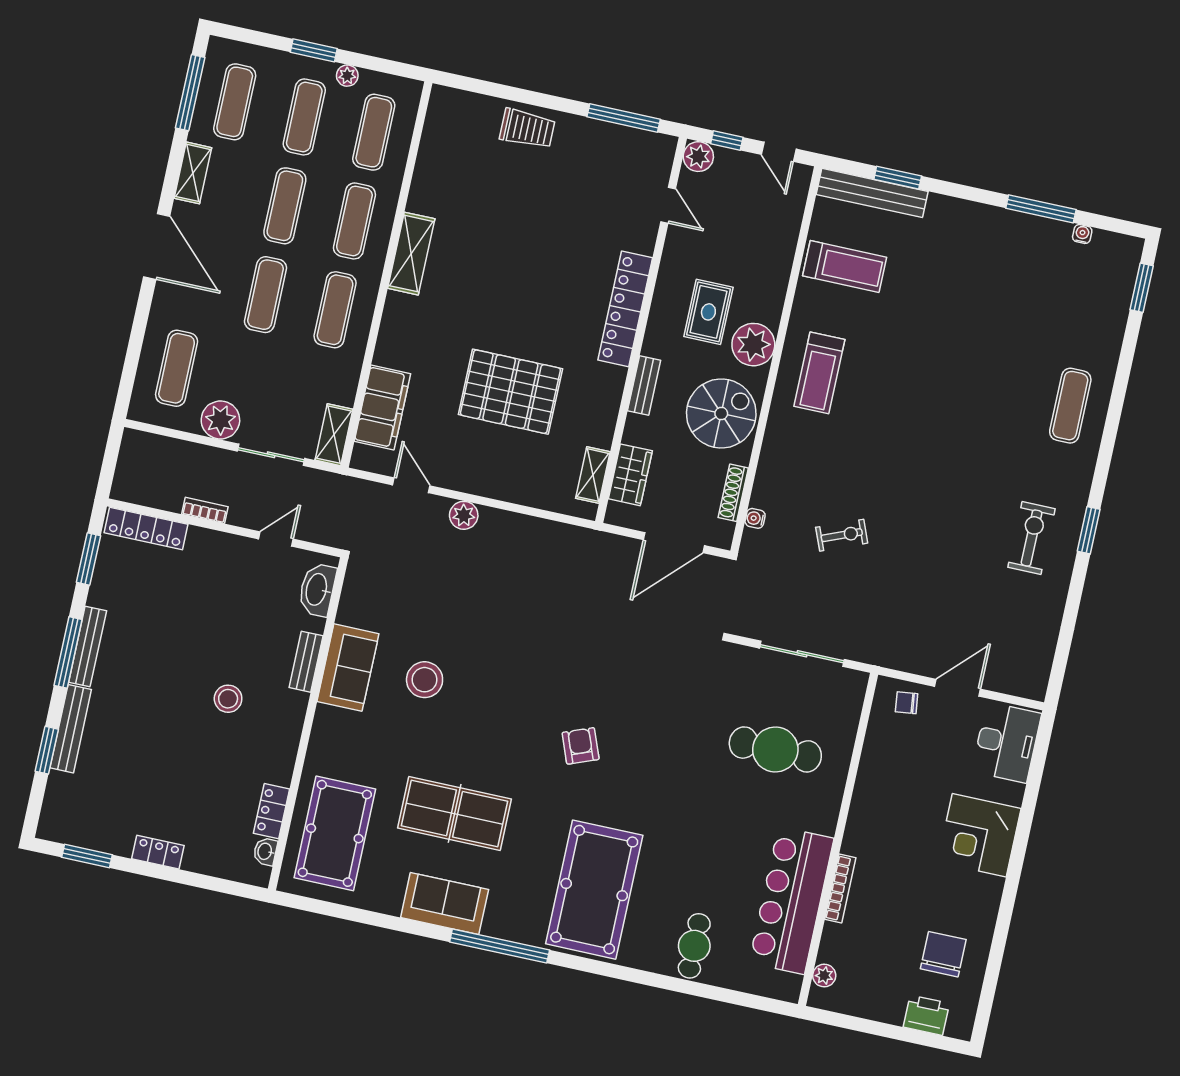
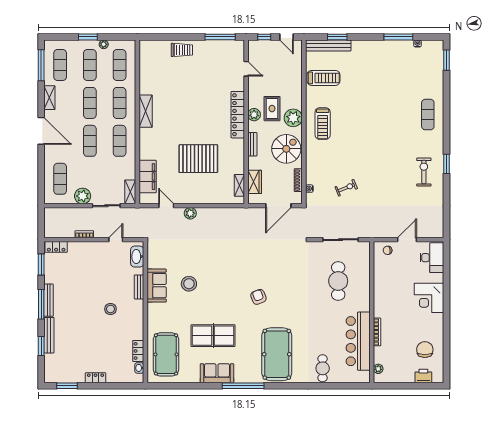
plant: (698, 157) -> (254, 115), moved
locker: (146, 529) -> (56, 247), width x0.66
cafe table: (775, 749) -> (338, 281), turned 90

